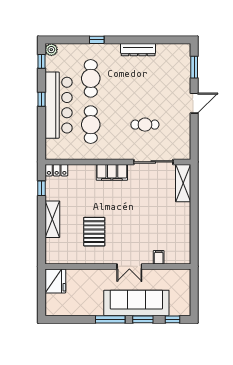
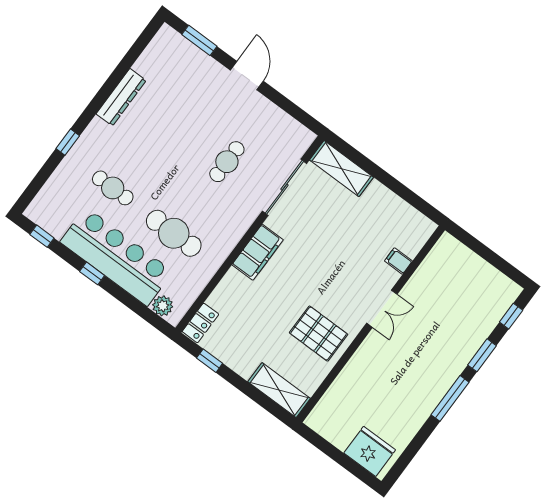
plant: (51, 50) -> (163, 306), moved
cafe table: (91, 78) -> (113, 188), width x0.73, depth x0.74
shelving: (52, 219) -> (279, 390), moved
filing cabinet: (159, 257) -> (398, 261), moved
wall: (118, 266) -> (371, 324), moved
double door: (129, 266) -> (382, 309), moved
fridge: (55, 281) -> (370, 451), moved
sofa: (136, 303) -> (454, 348), removed

